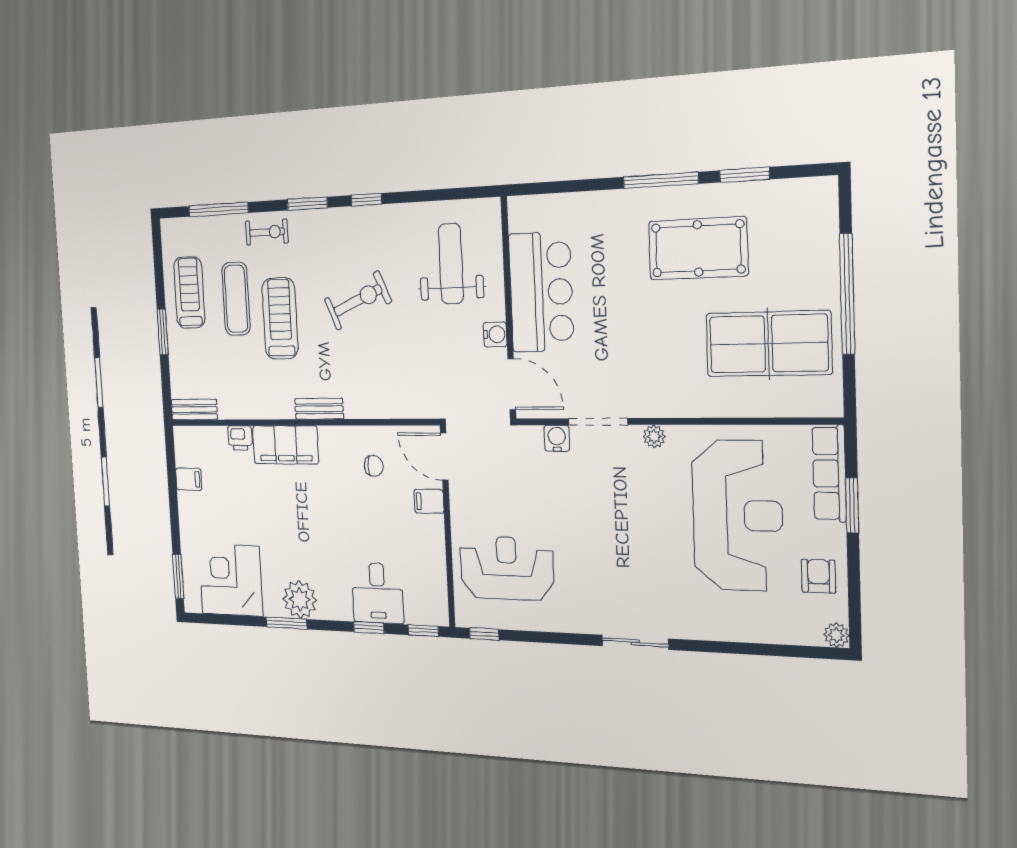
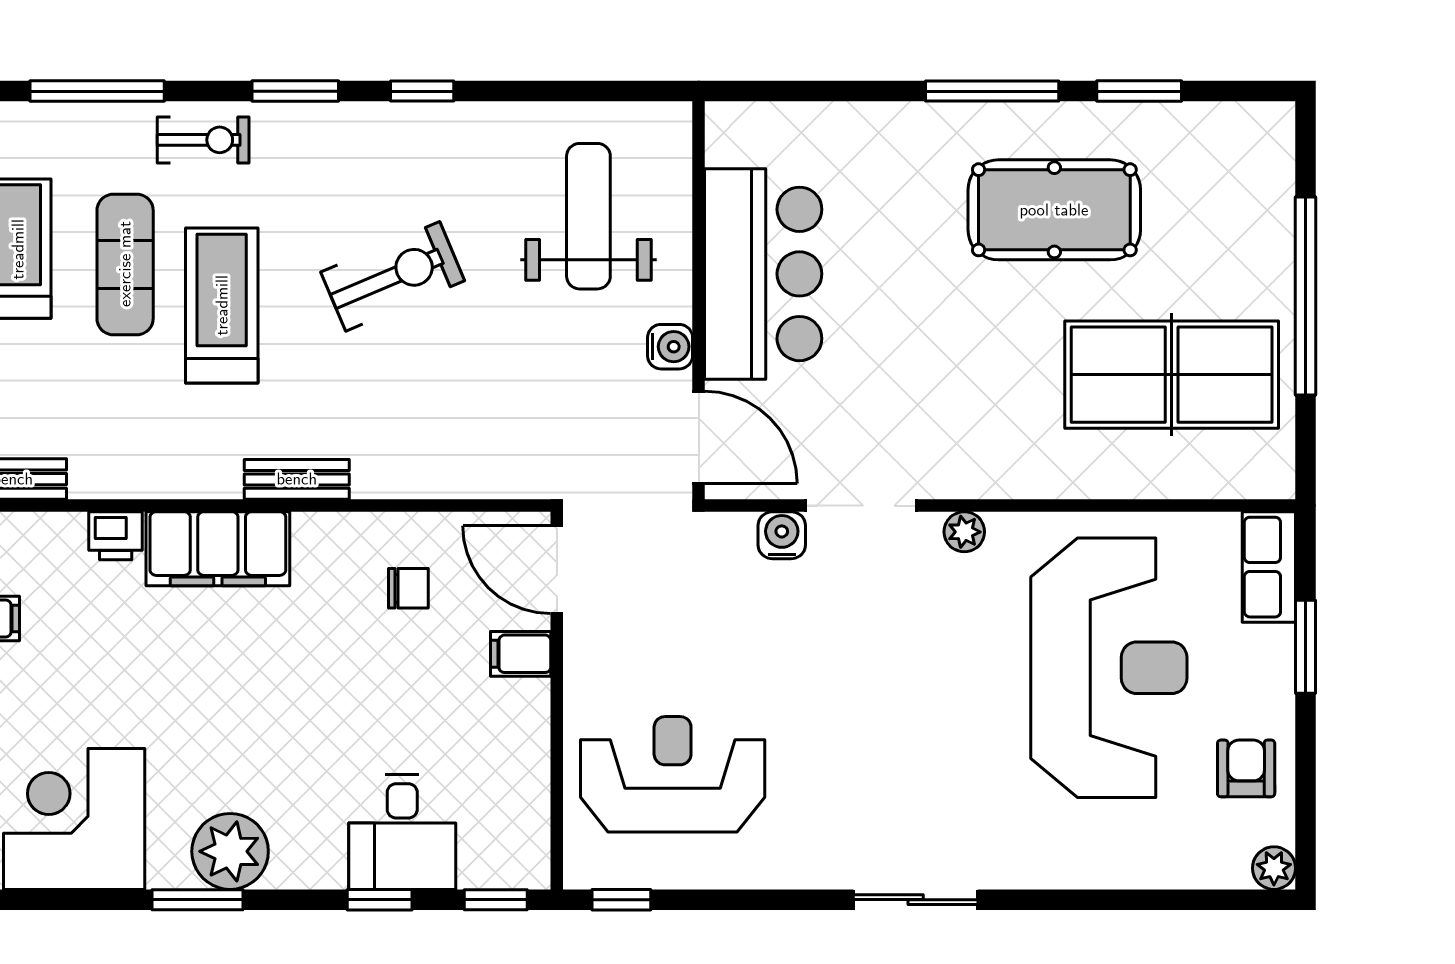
row of seats: (829, 473) -> (1269, 567), width x0.68

